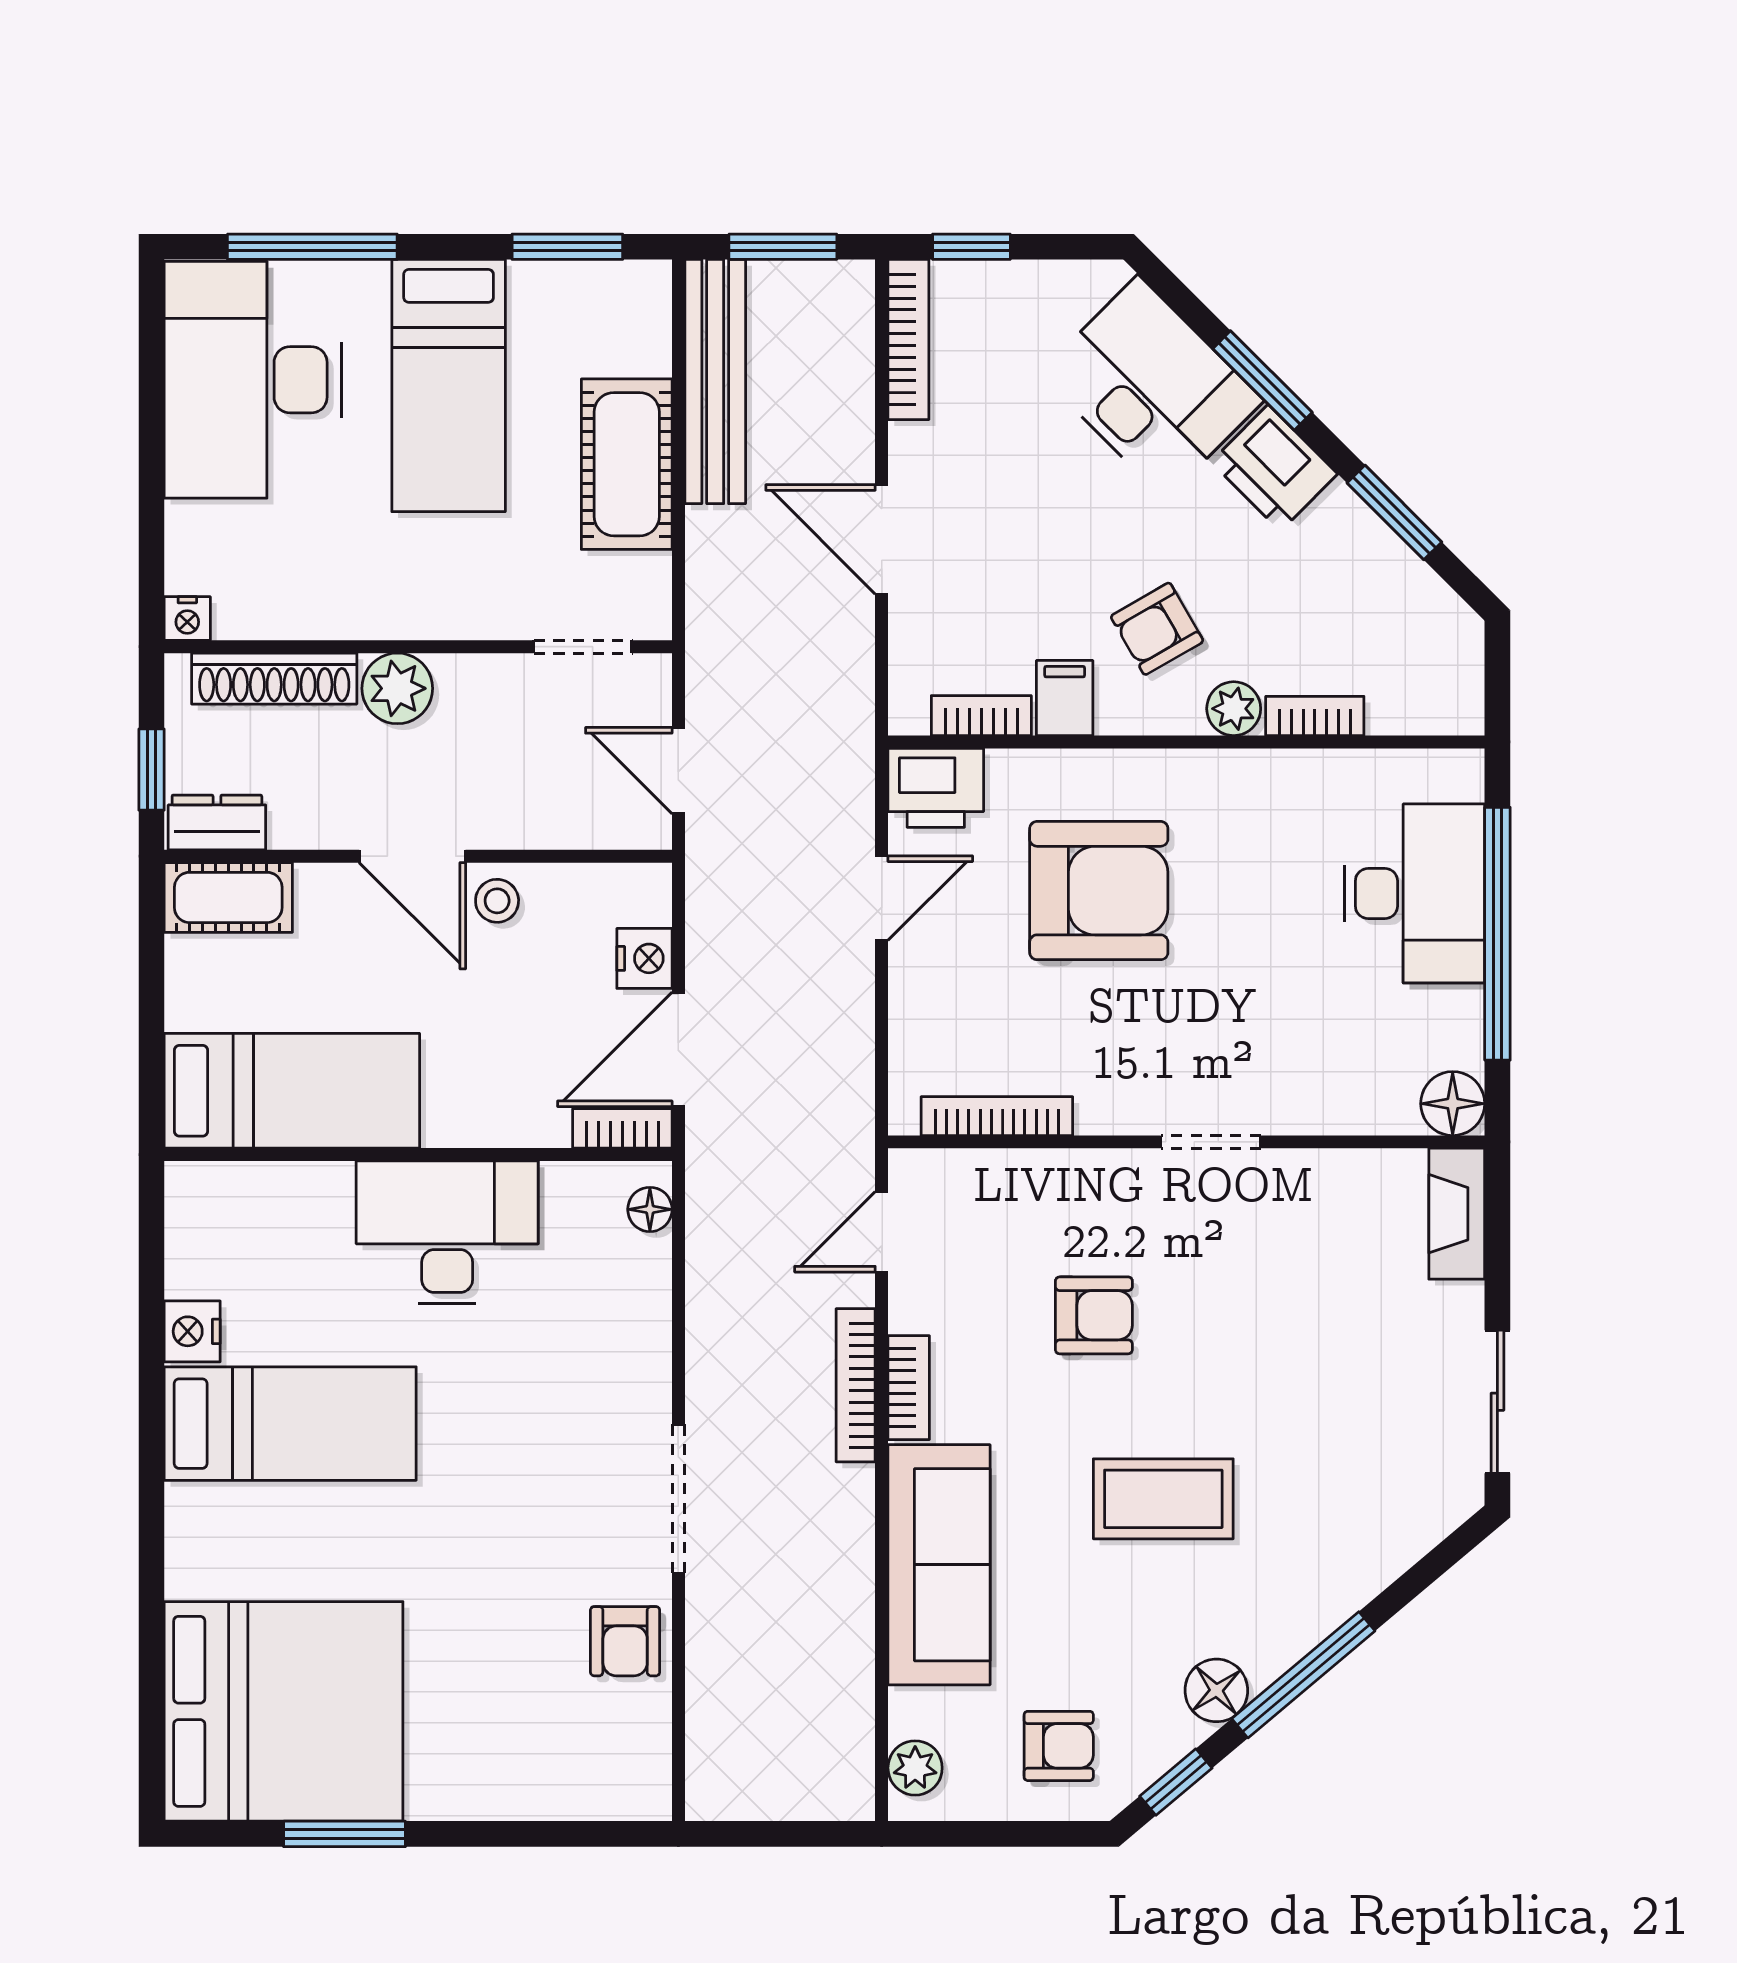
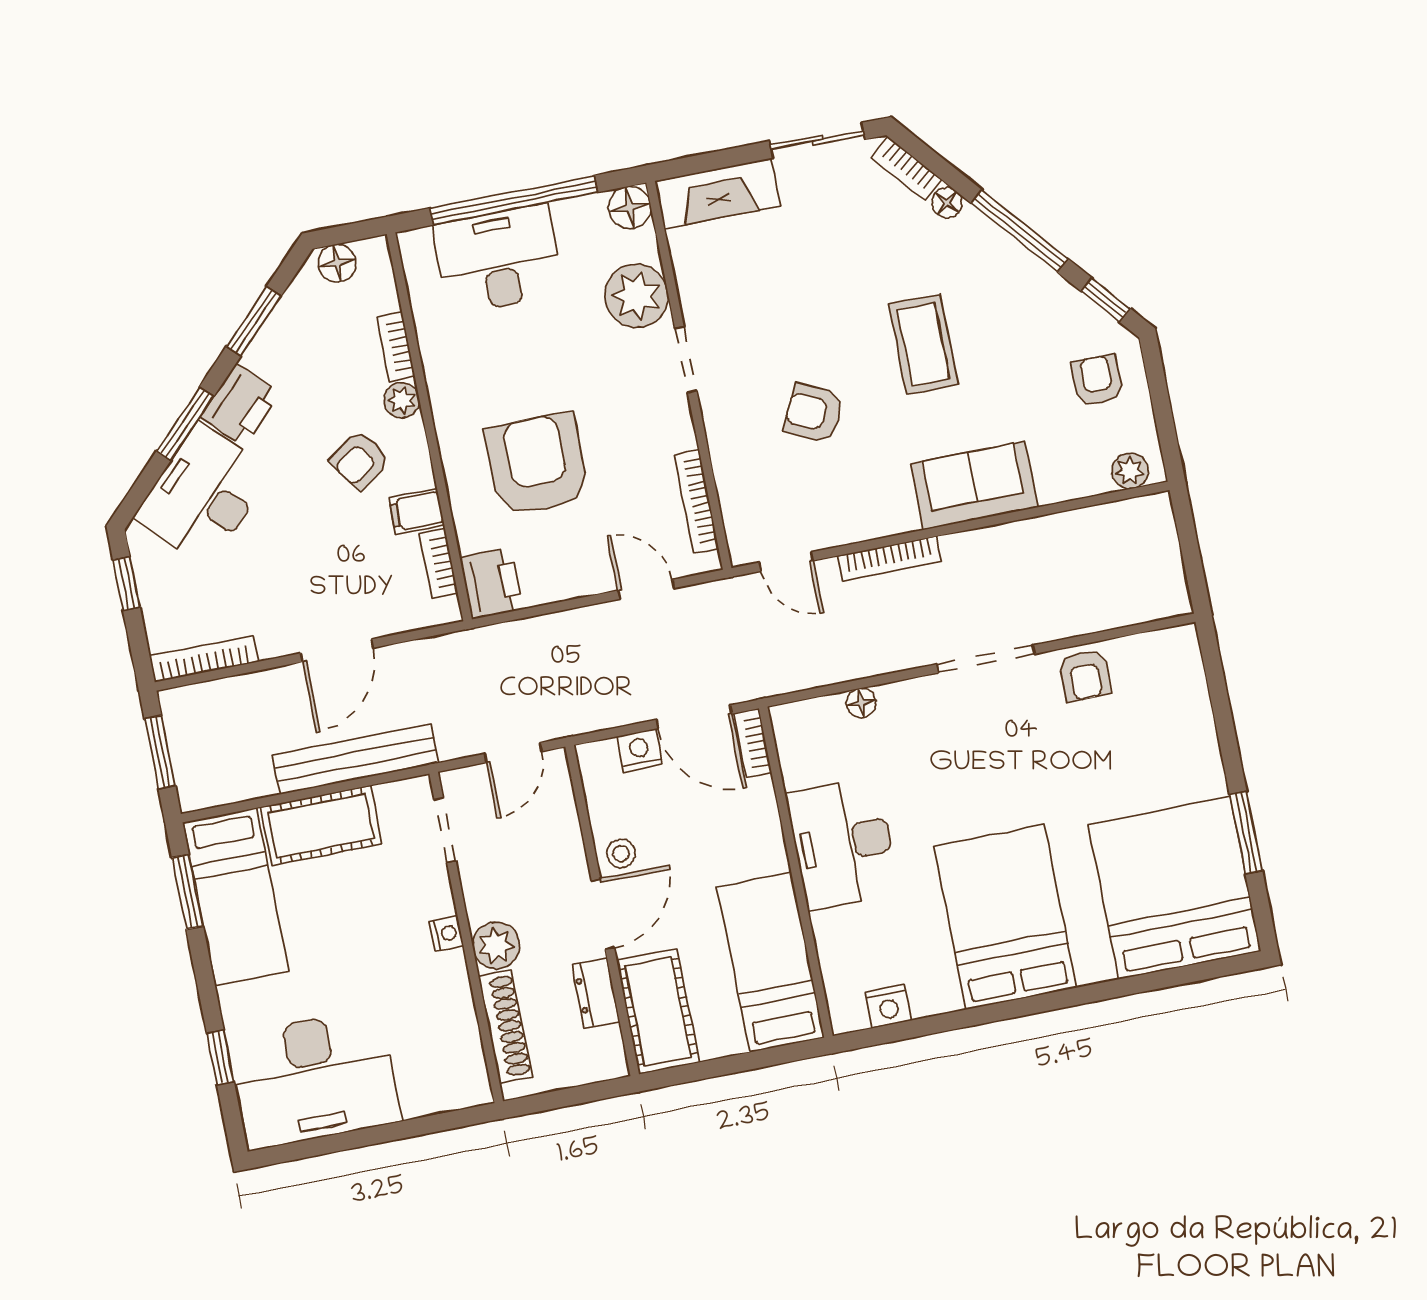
window: (312, 247) -> (220, 1057), width x0.46
window: (971, 247) -> (126, 583), moved
bench: (715, 382) -> (355, 759), moved
bed: (449, 386) -> (236, 897), moved, turned 90
nightstand: (187, 619) -> (446, 934), moved
armchair: (1157, 629) -> (360, 460), turned 85
floor lamp: (1456, 653) -> (337, 263), added
window: (151, 770) -> (580, 1095), removed
dresser: (217, 822) -> (596, 993), moved
cot: (228, 897) -> (658, 1011), width x1.37, depth x1.34
door: (882, 898) -> (646, 589), moved
plant: (1320, 1087) -> (636, 296), added
floor lamp: (650, 1209) -> (861, 703), moved
fireplace: (1457, 1214) -> (718, 193), width x1.37, depth x1.32
armchair: (1094, 1315) -> (813, 413), turned -64
nightstand: (192, 1331) -> (888, 1006), moved
bookcase: (909, 1388) -> (906, 169), moved, turned -130
bed: (290, 1424) -> (1005, 917), width x1.50
sofa: (939, 1565) -> (974, 486), width x0.73
armchair: (625, 1641) -> (1085, 675), turned 90
floor lamp: (1216, 1690) -> (947, 203), moved, width x0.73, depth x0.73

